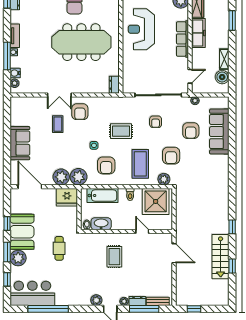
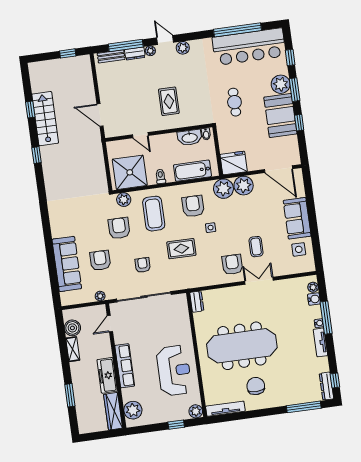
side table: (22, 117) -> (299, 249), added
bar counter: (32, 293) -> (249, 47), width x1.36

